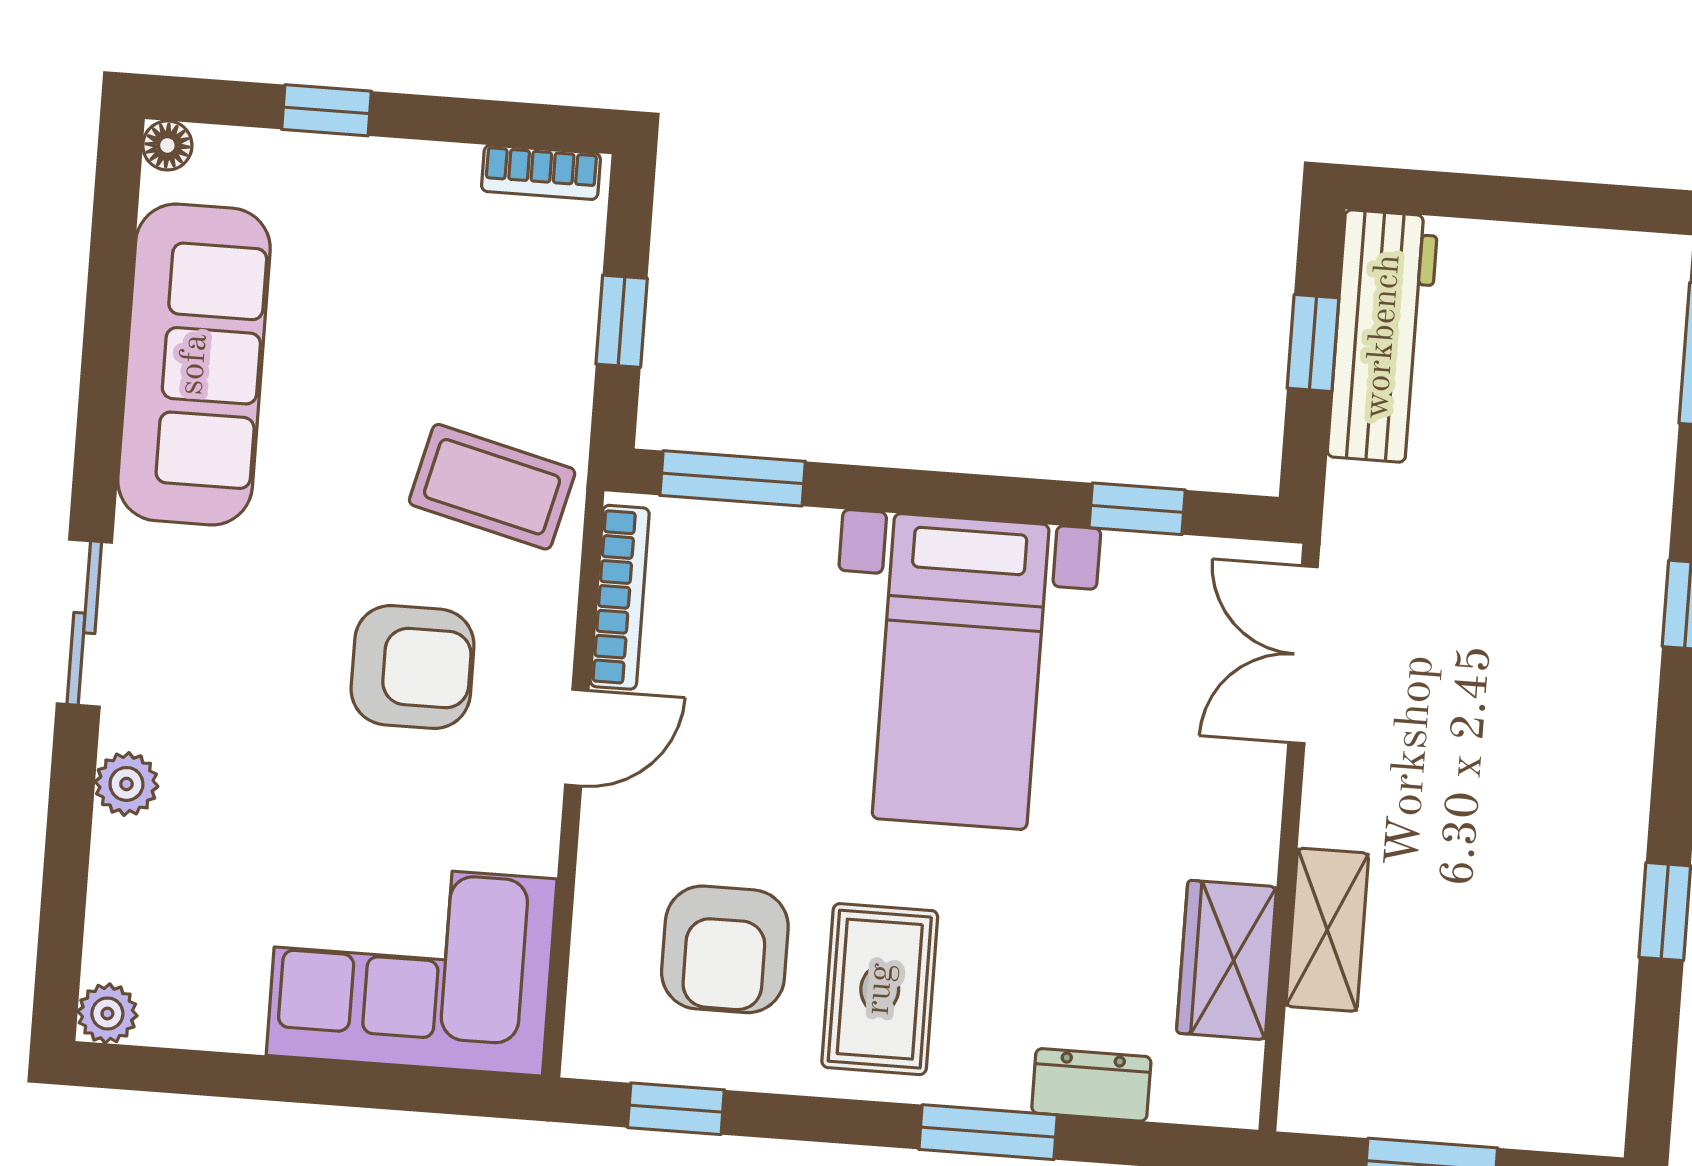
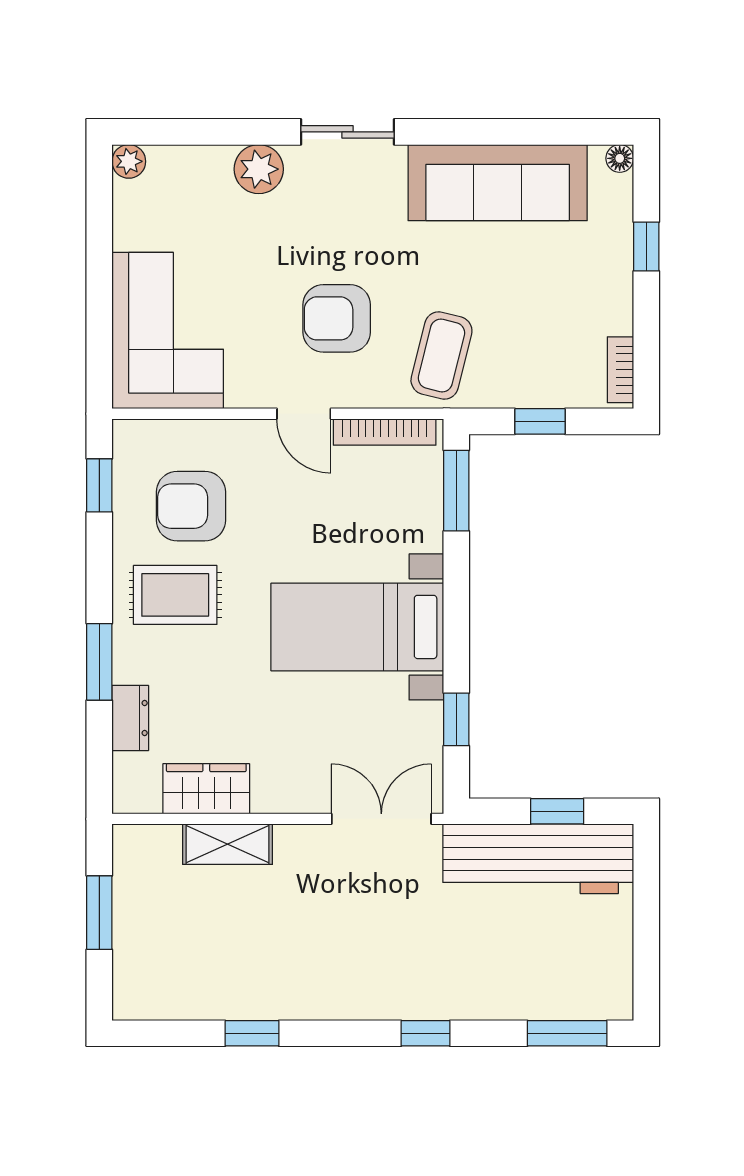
workbench: (1383, 337) -> (538, 859), width x1.36, depth x1.32
armchair: (413, 667) -> (337, 318), turned 90
plant: (126, 784) -> (259, 169), width x1.38, depth x1.38

